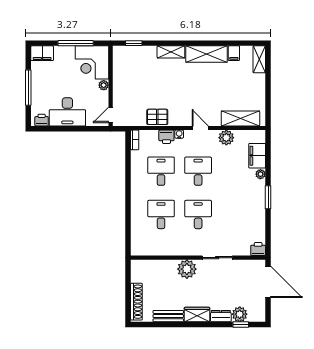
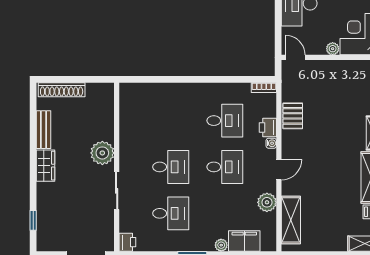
desk: (161, 214) -> (171, 213), moved
plant: (240, 314) -> (46, 219), removed
dresser: (221, 316) -> (43, 195), removed

